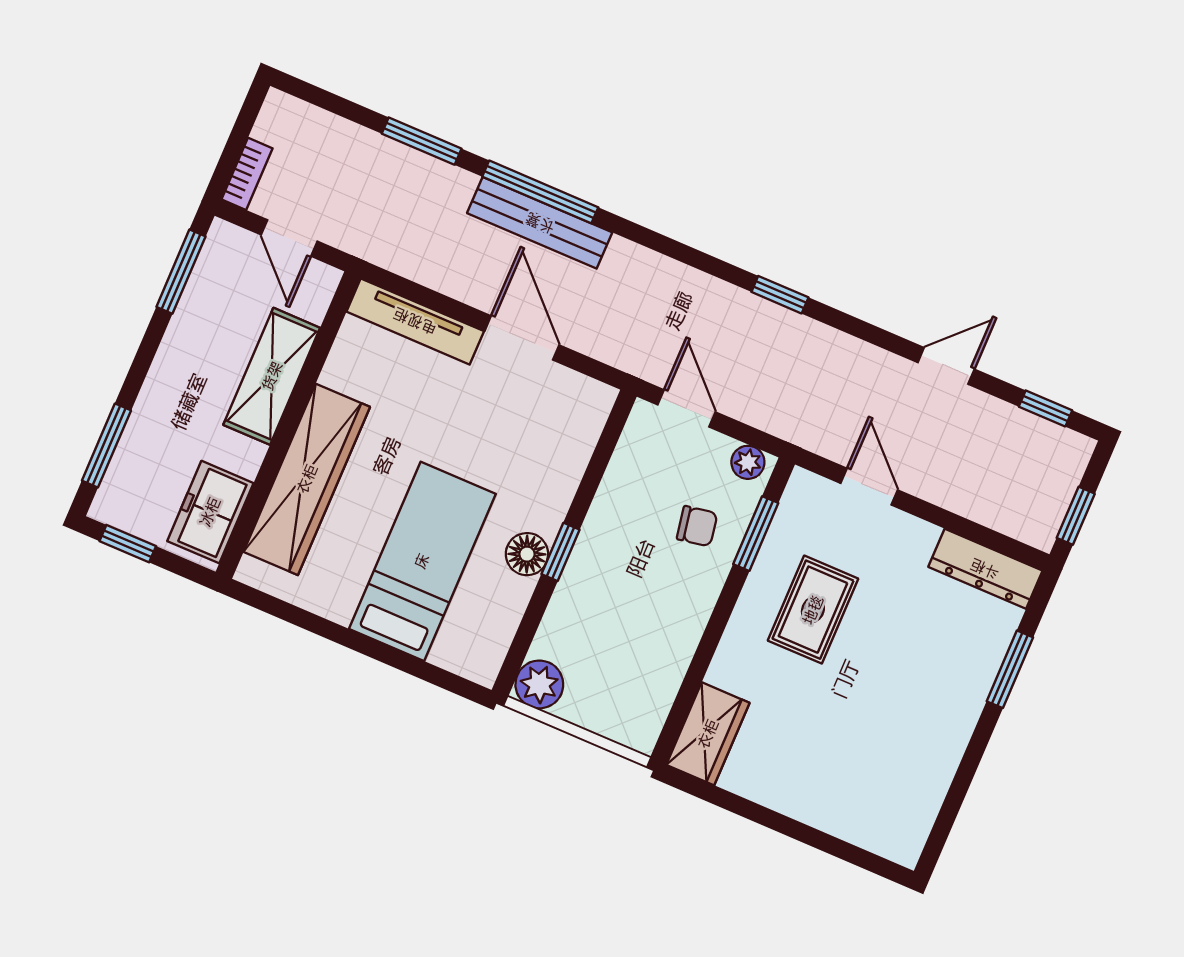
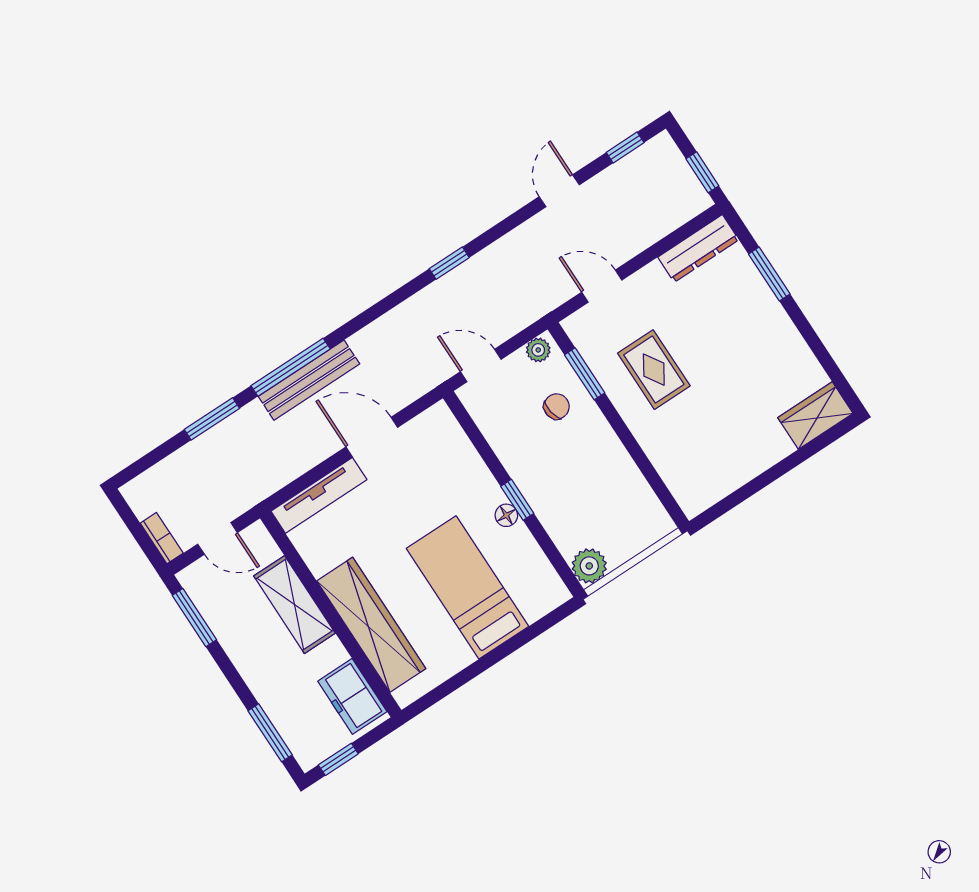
floor lamp: (527, 554) -> (506, 515), width x0.73, depth x0.73
wardrobe: (708, 734) -> (815, 416), moved, turned -90

